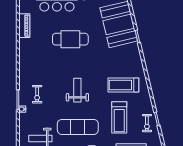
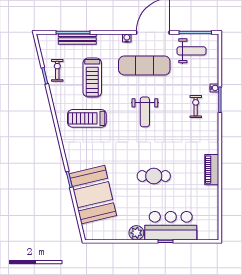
piano: (24, 26) -> (212, 170), moved
cafe table: (70, 39) -> (154, 176), width x0.73, depth x0.74
treadmill: (123, 85) -> (87, 118), turned 180
treadmill: (119, 117) -> (92, 77), turned 180

